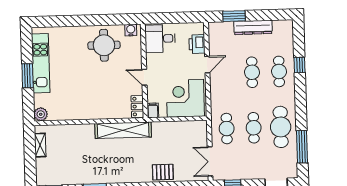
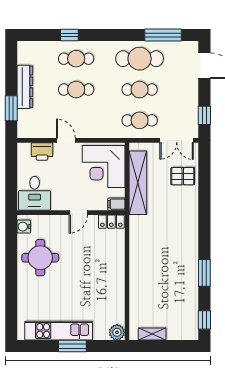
shelving: (123, 130) -> (138, 183), moved
pallet: (163, 172) -> (183, 176), moved, turned 90

